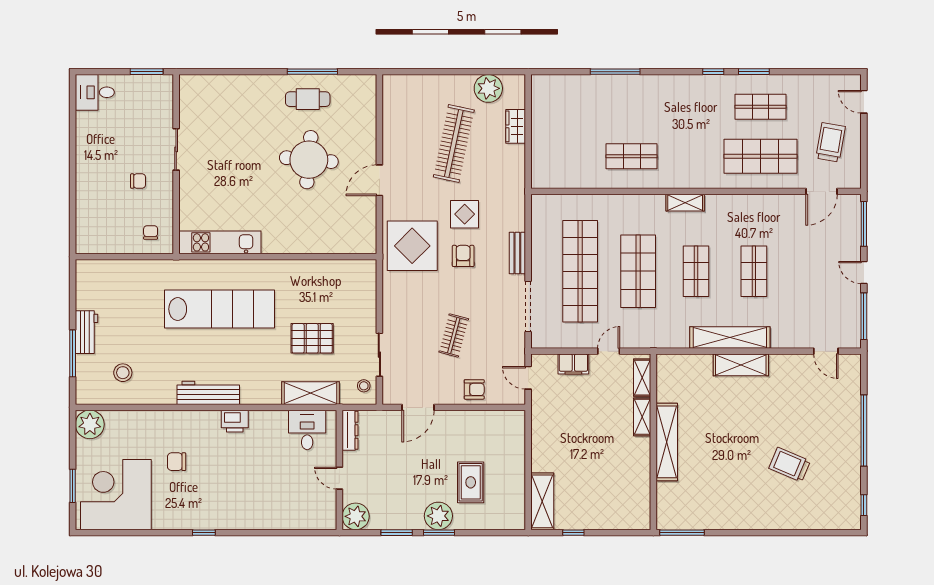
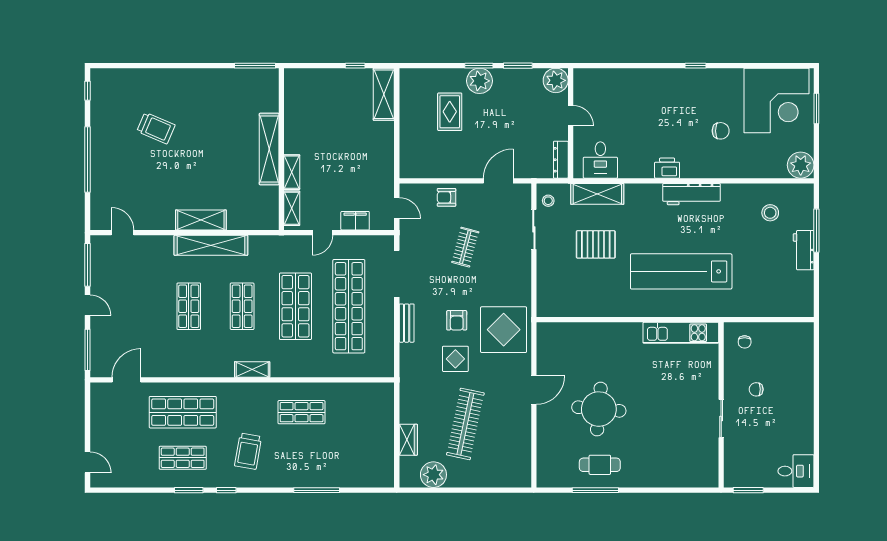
trolley: (831, 142) -> (248, 451), moved

